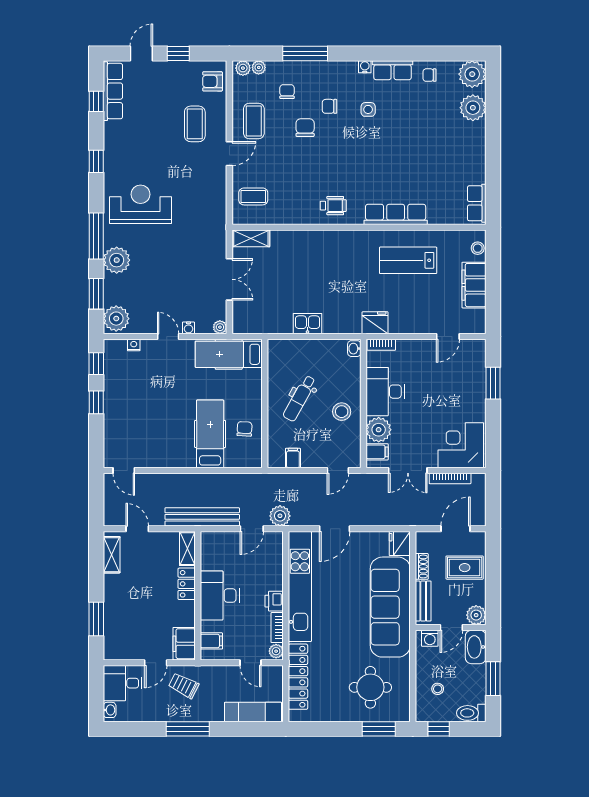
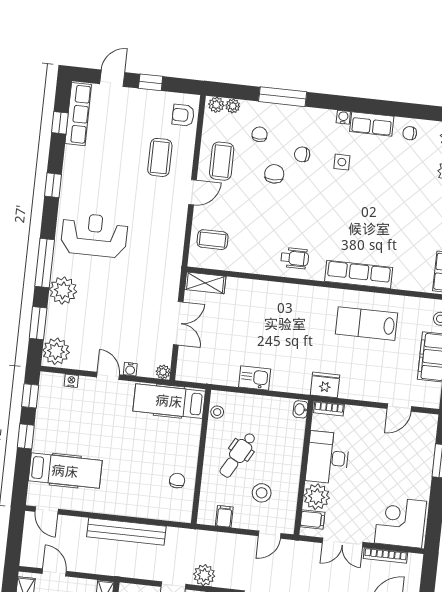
stool: (275, 360) -> (217, 412), added
stool: (342, 412) -> (262, 493), moved
hospital bed: (210, 434) -> (65, 471), moved, turned 90
bench: (202, 517) -> (126, 532), moved

